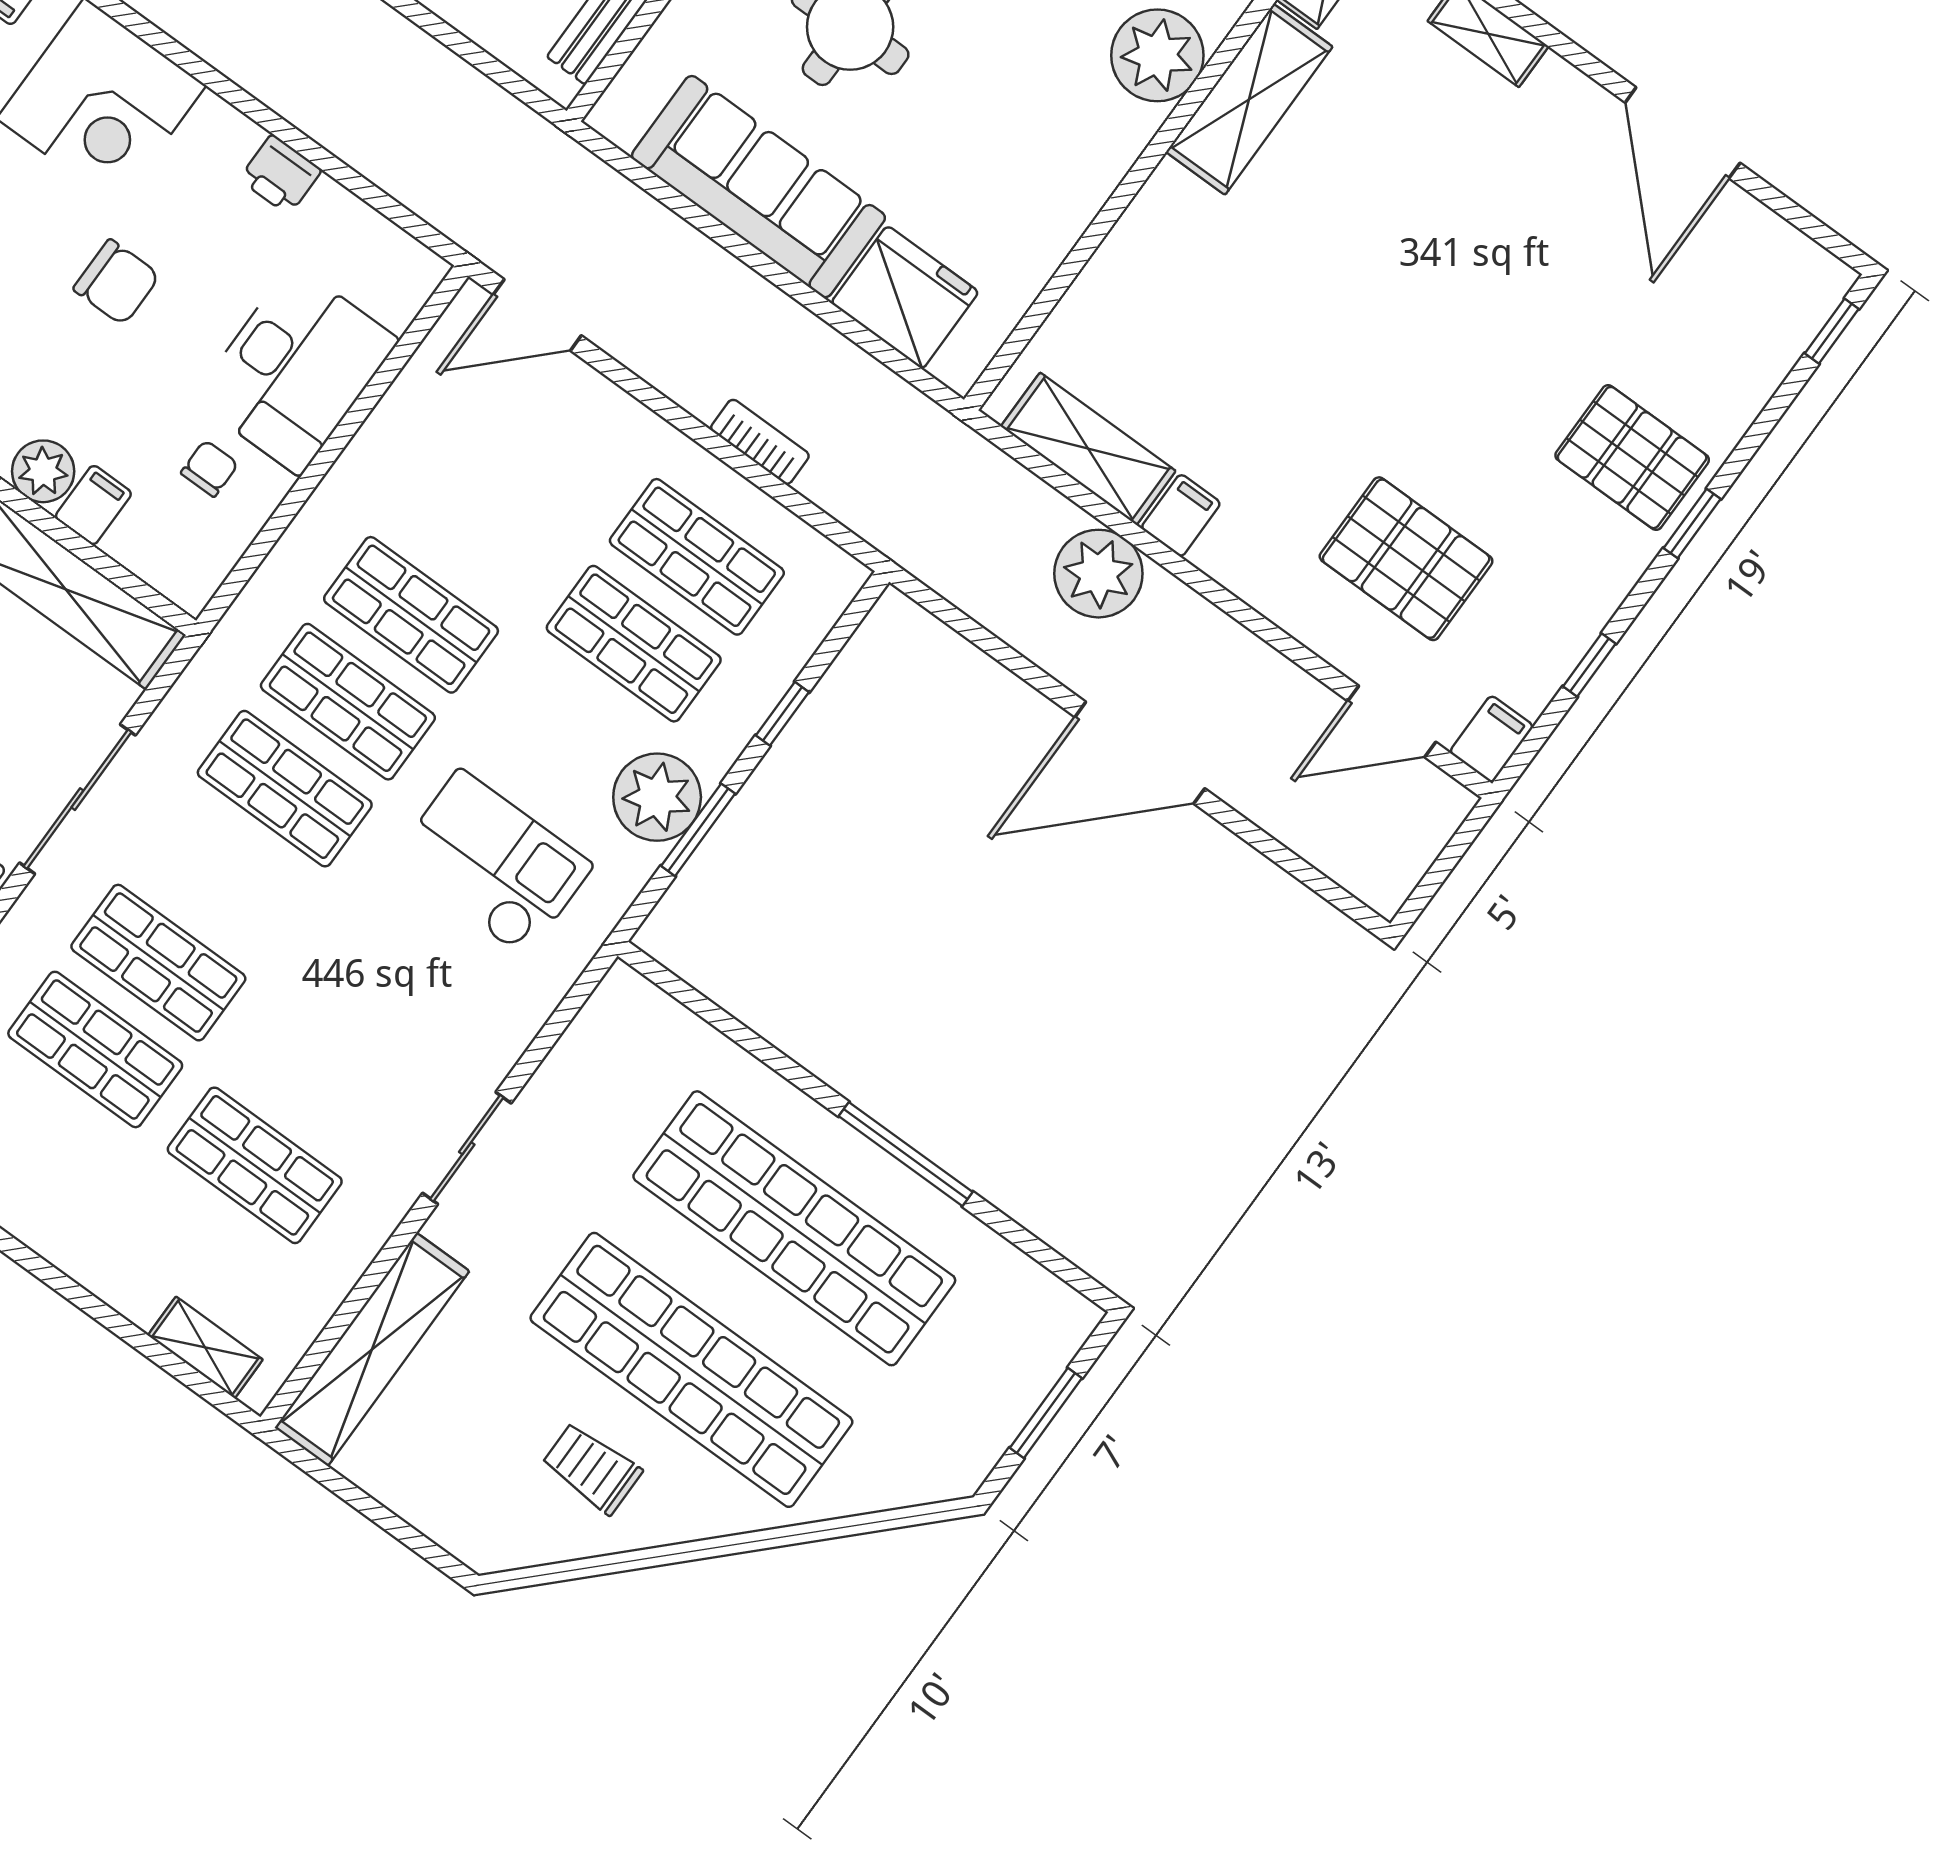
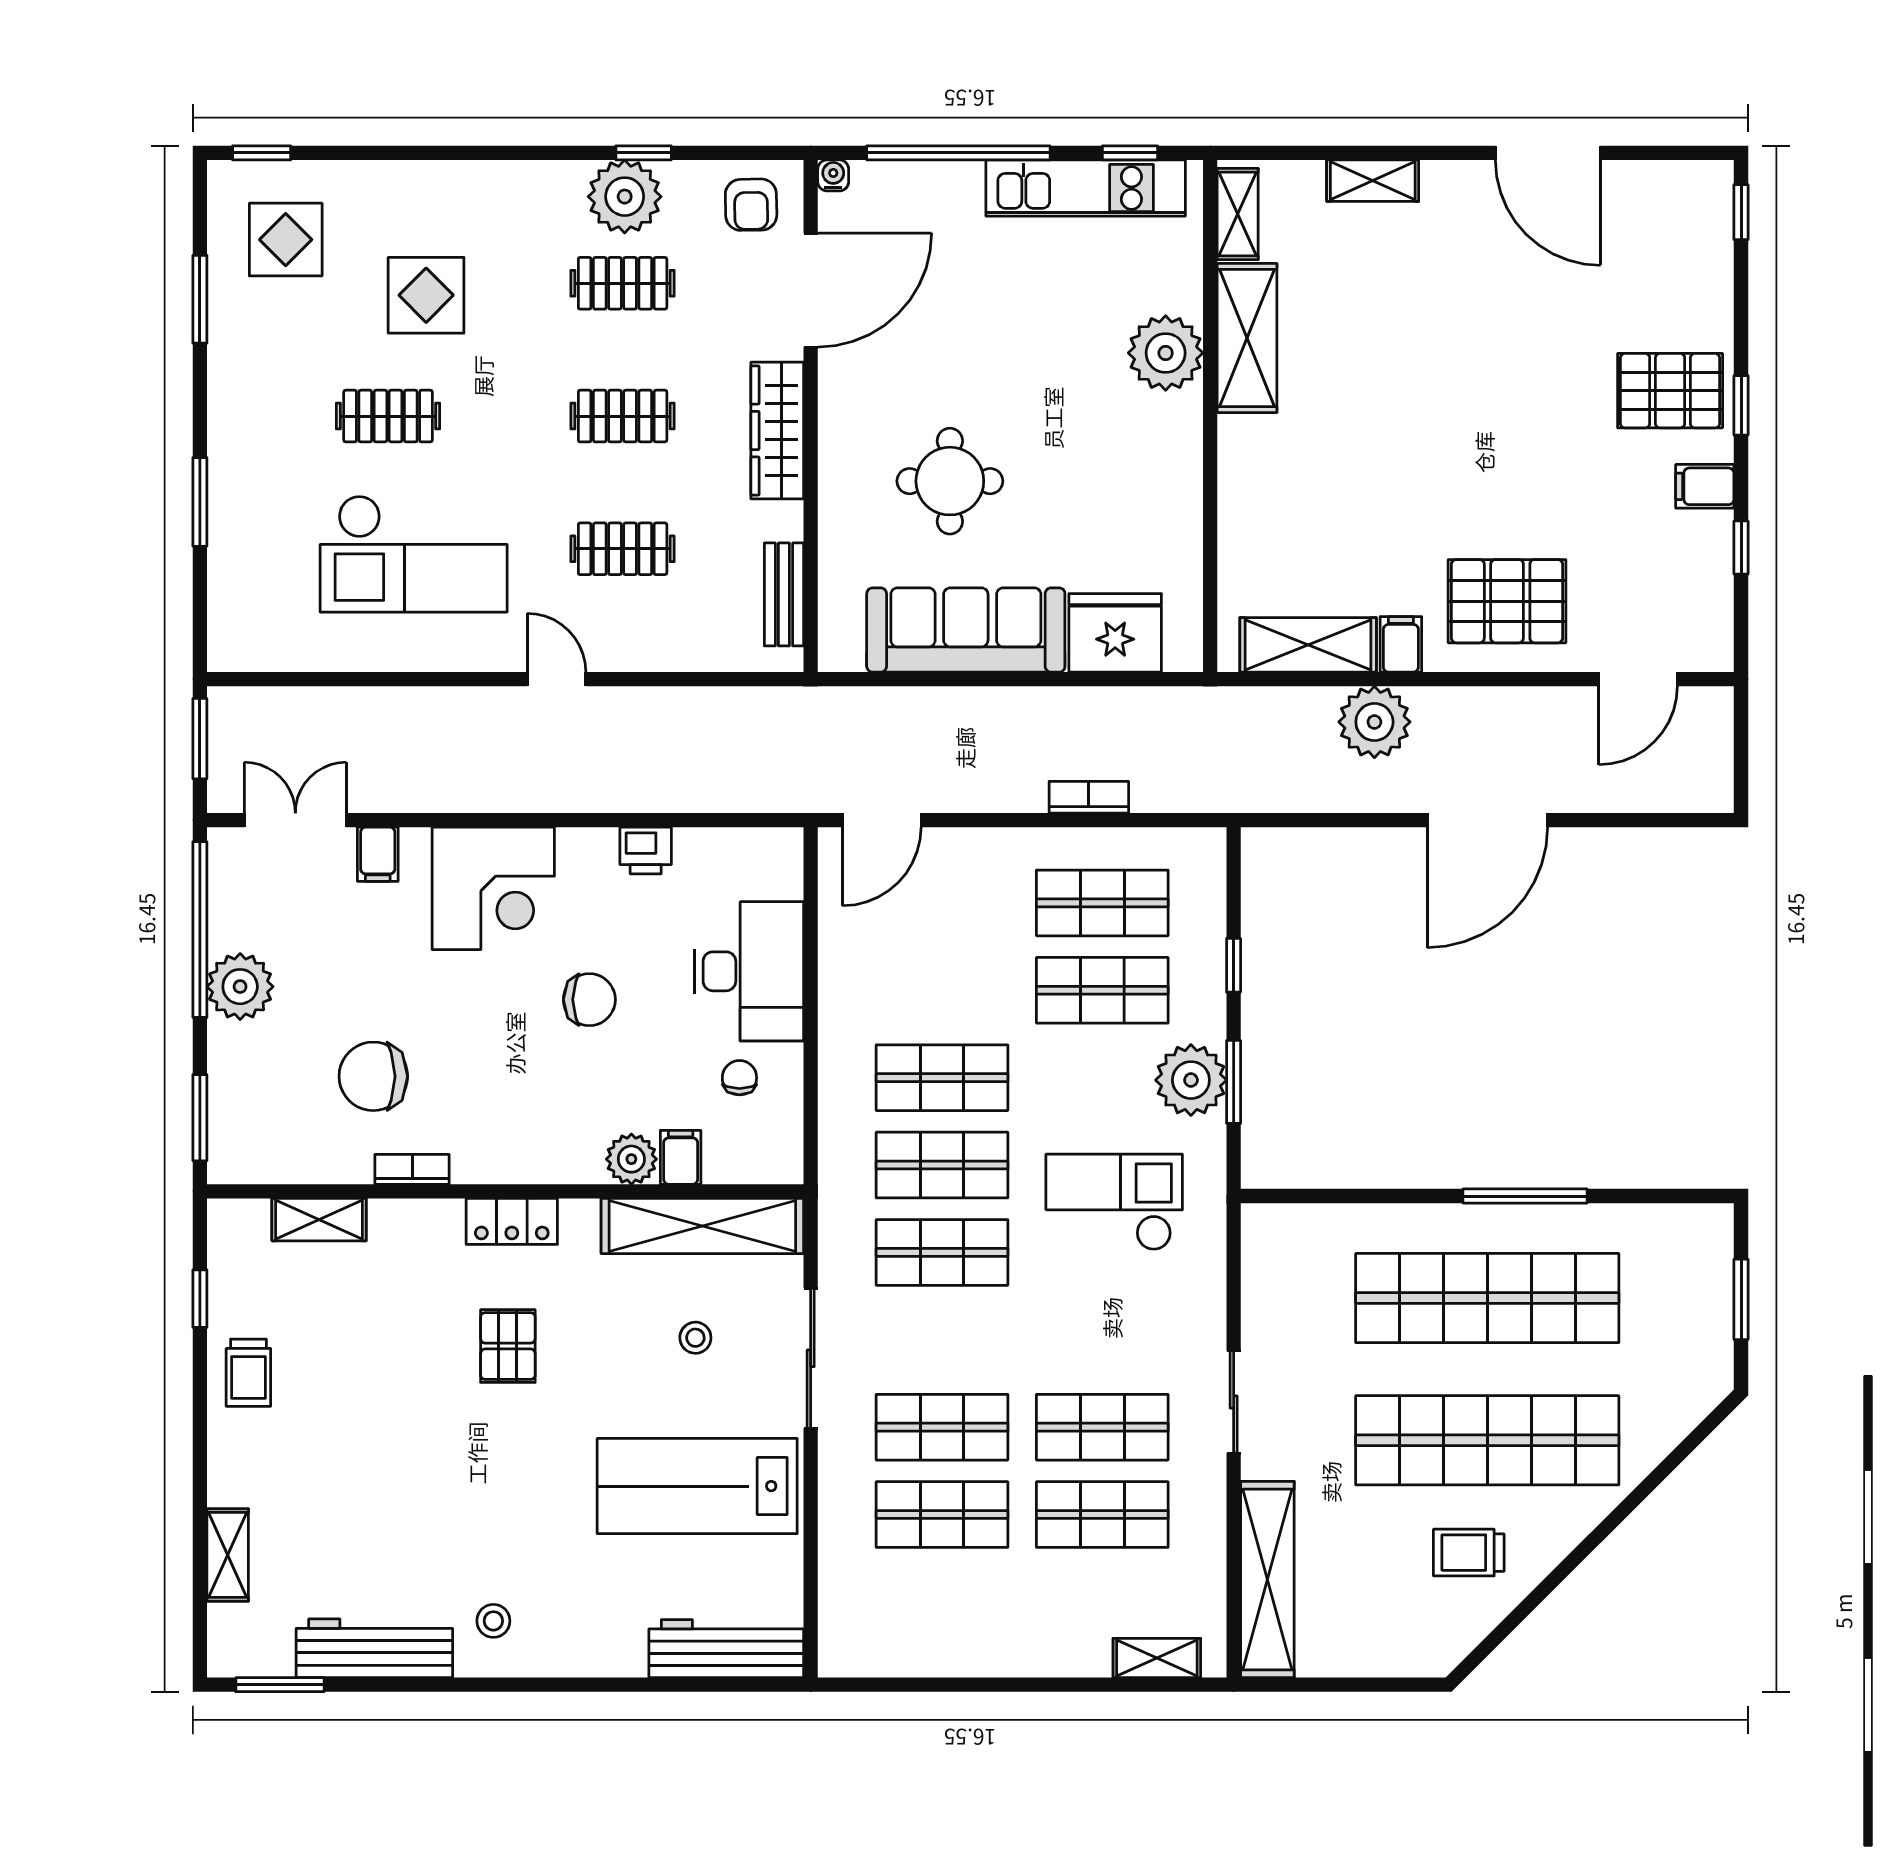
pallet: (1406, 559) -> (1507, 601), moved
filing cabinet: (1492, 739) -> (1705, 486), moved, turned -90
shop shelf: (318, 1078) -> (1102, 1427), added

